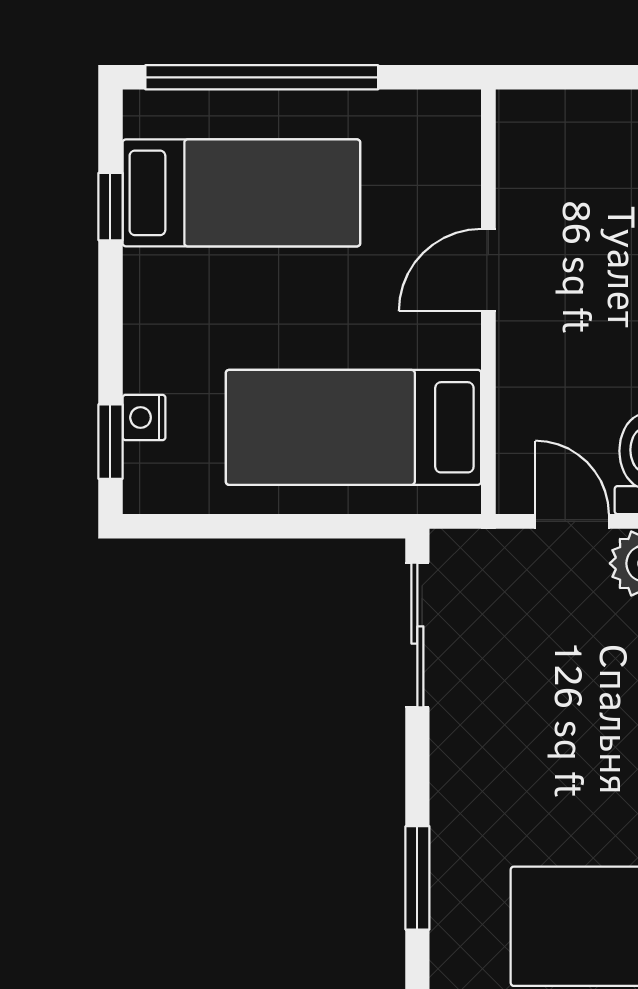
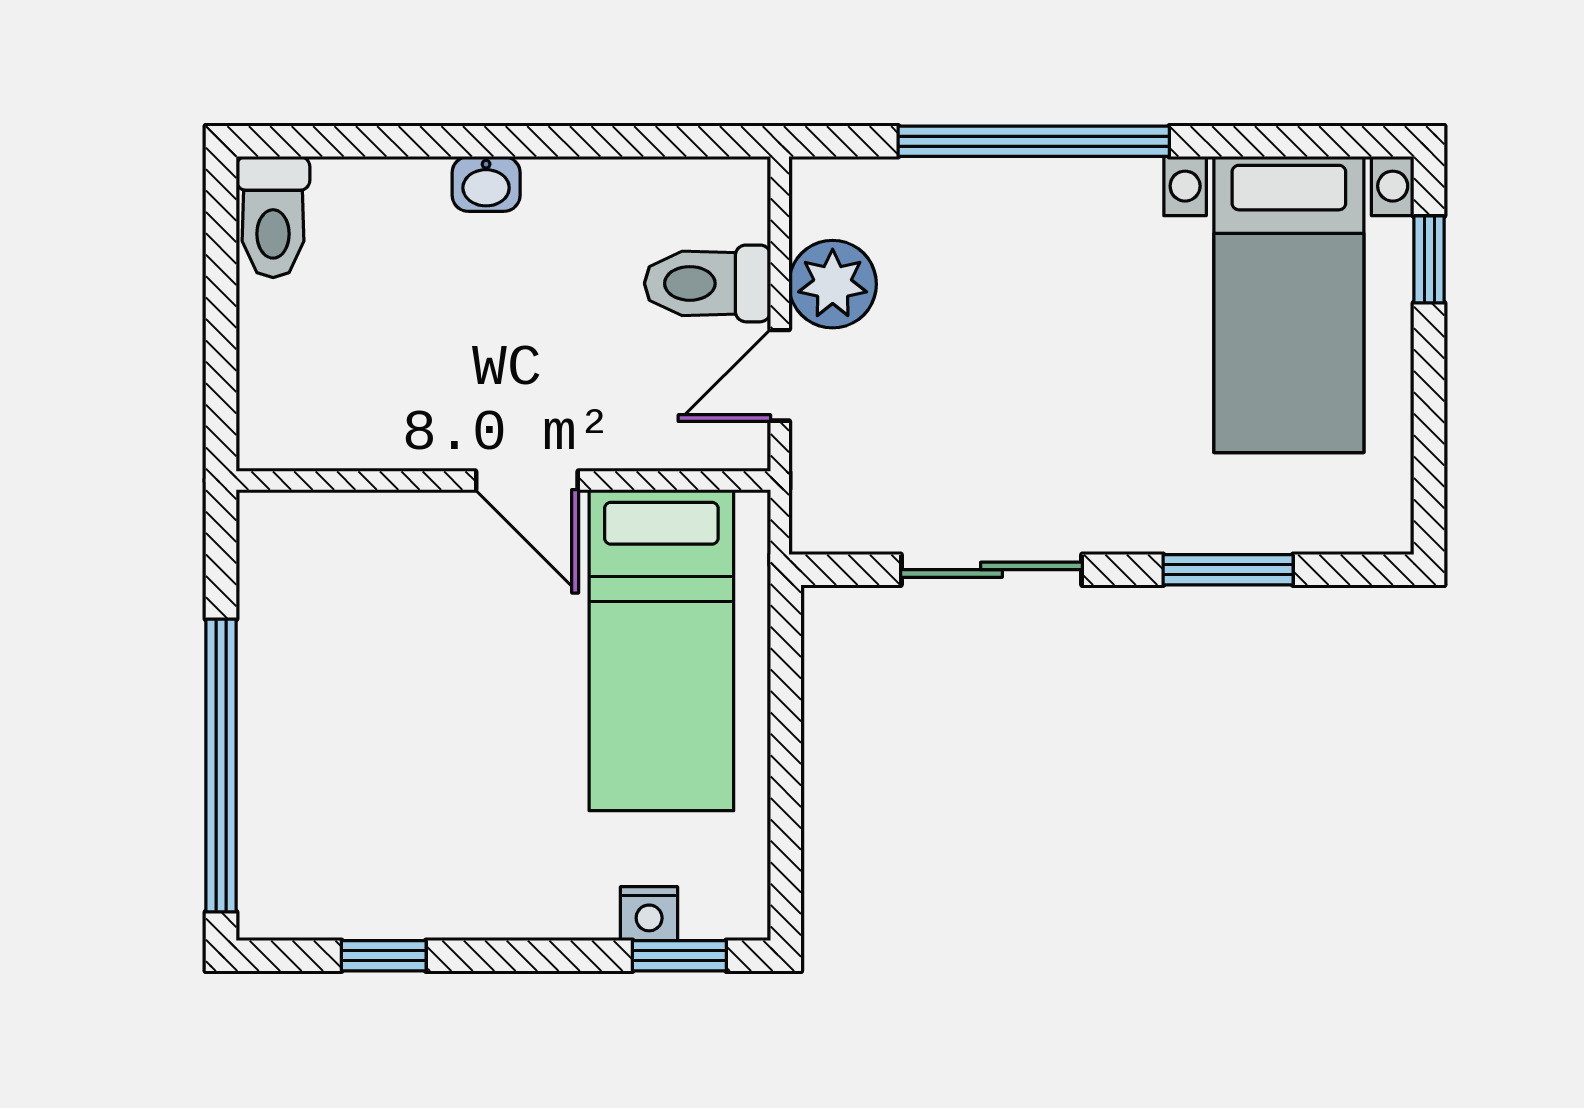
bed: (241, 193) -> (367, 791), removed
door: (488, 270) -> (527, 480), moved
sliding door: (417, 635) -> (991, 570), moved

